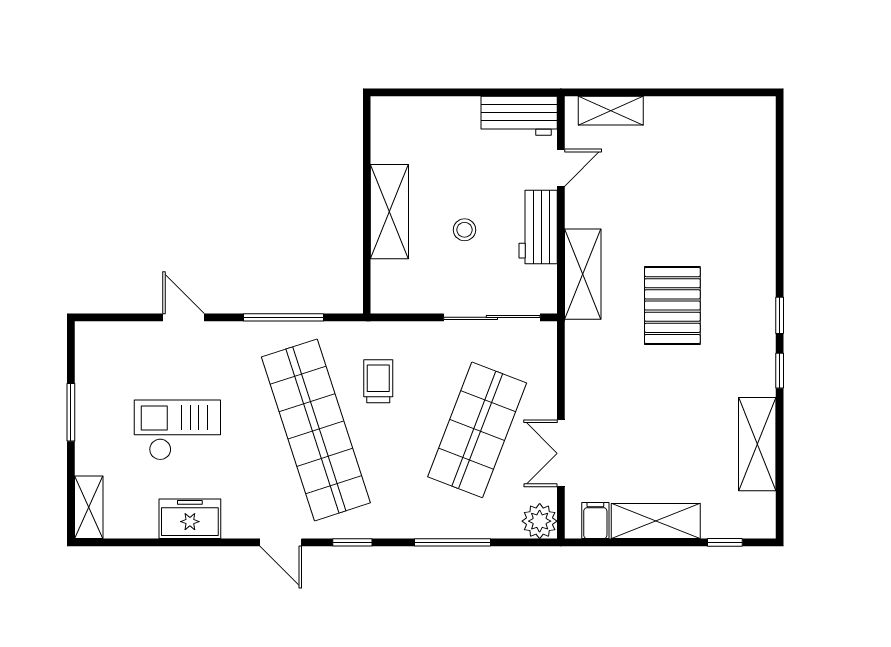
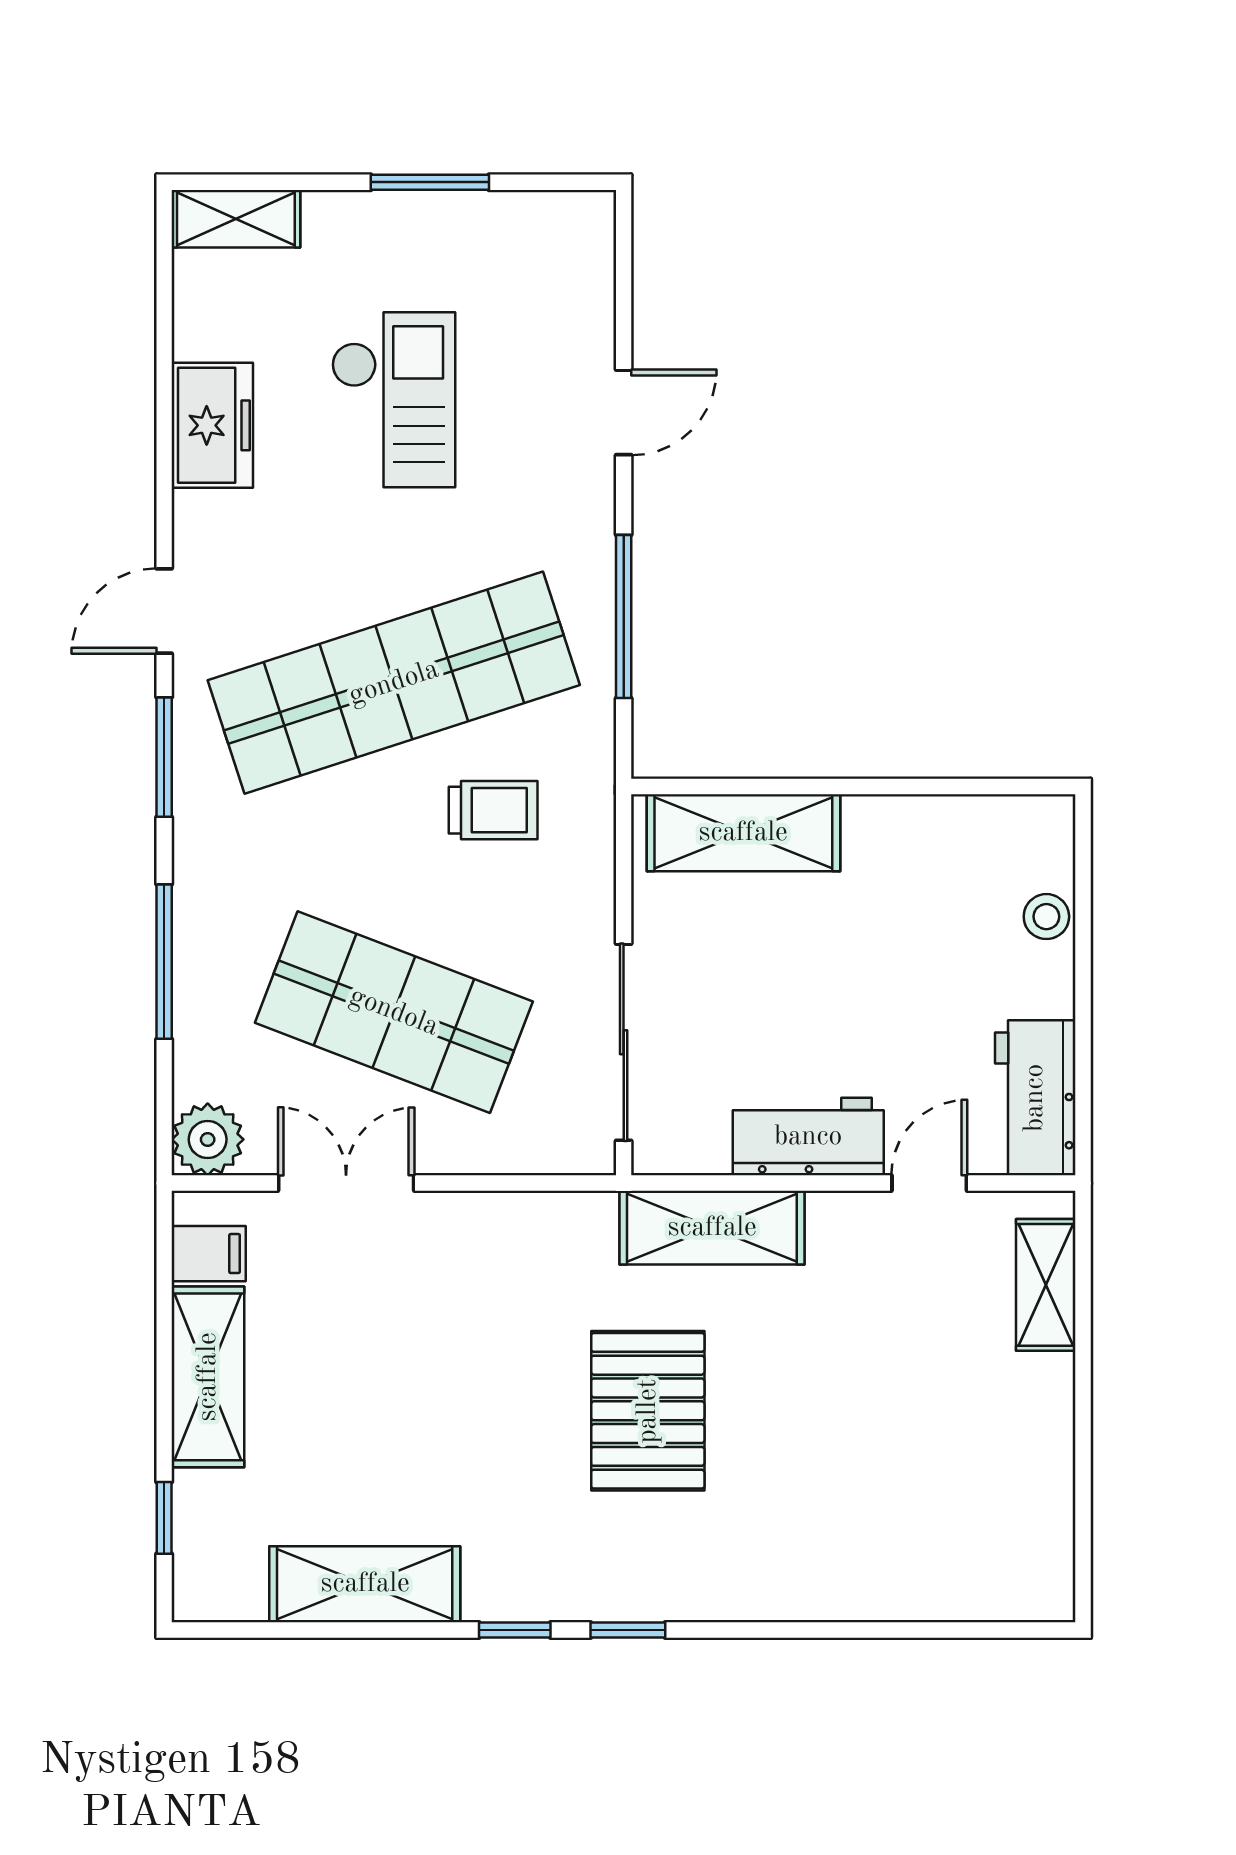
door: (561, 168) -> (929, 1183), swing flipped
shelving: (389, 212) -> (743, 833), moved
stool: (465, 230) -> (1046, 917), moved
pallet: (672, 306) -> (648, 1411), turned 90
window: (352, 542) -> (164, 757), width x1.50

